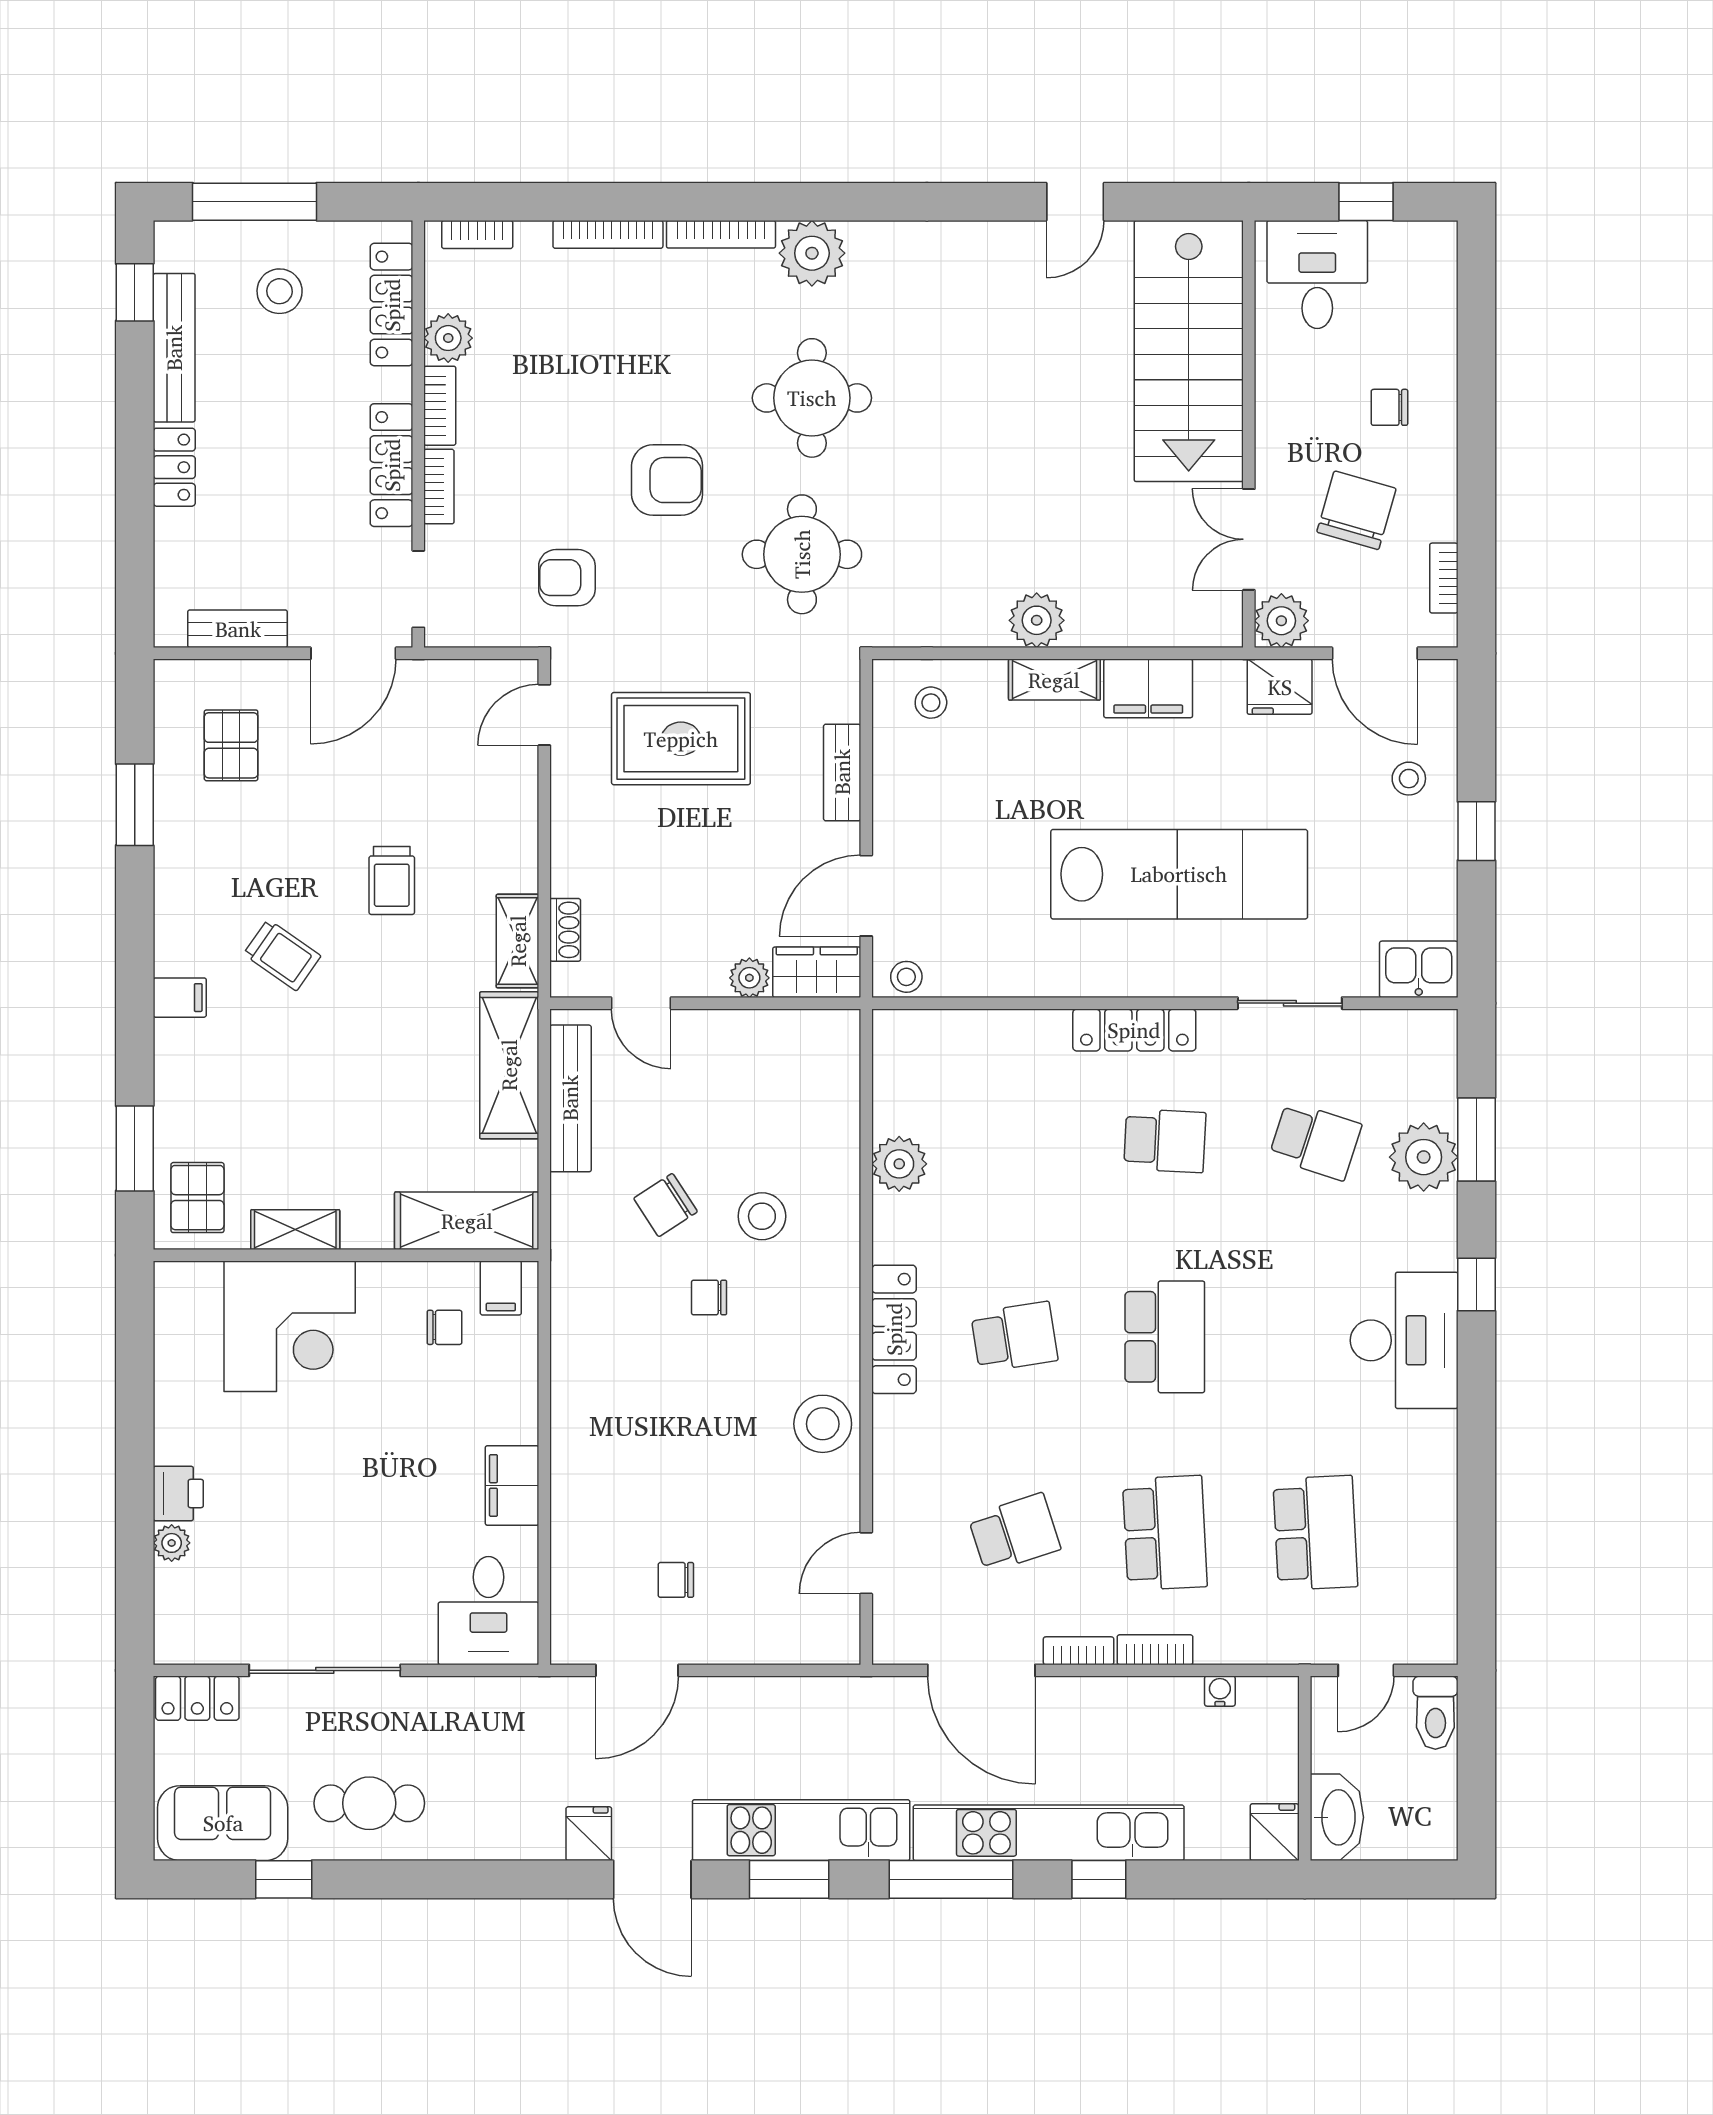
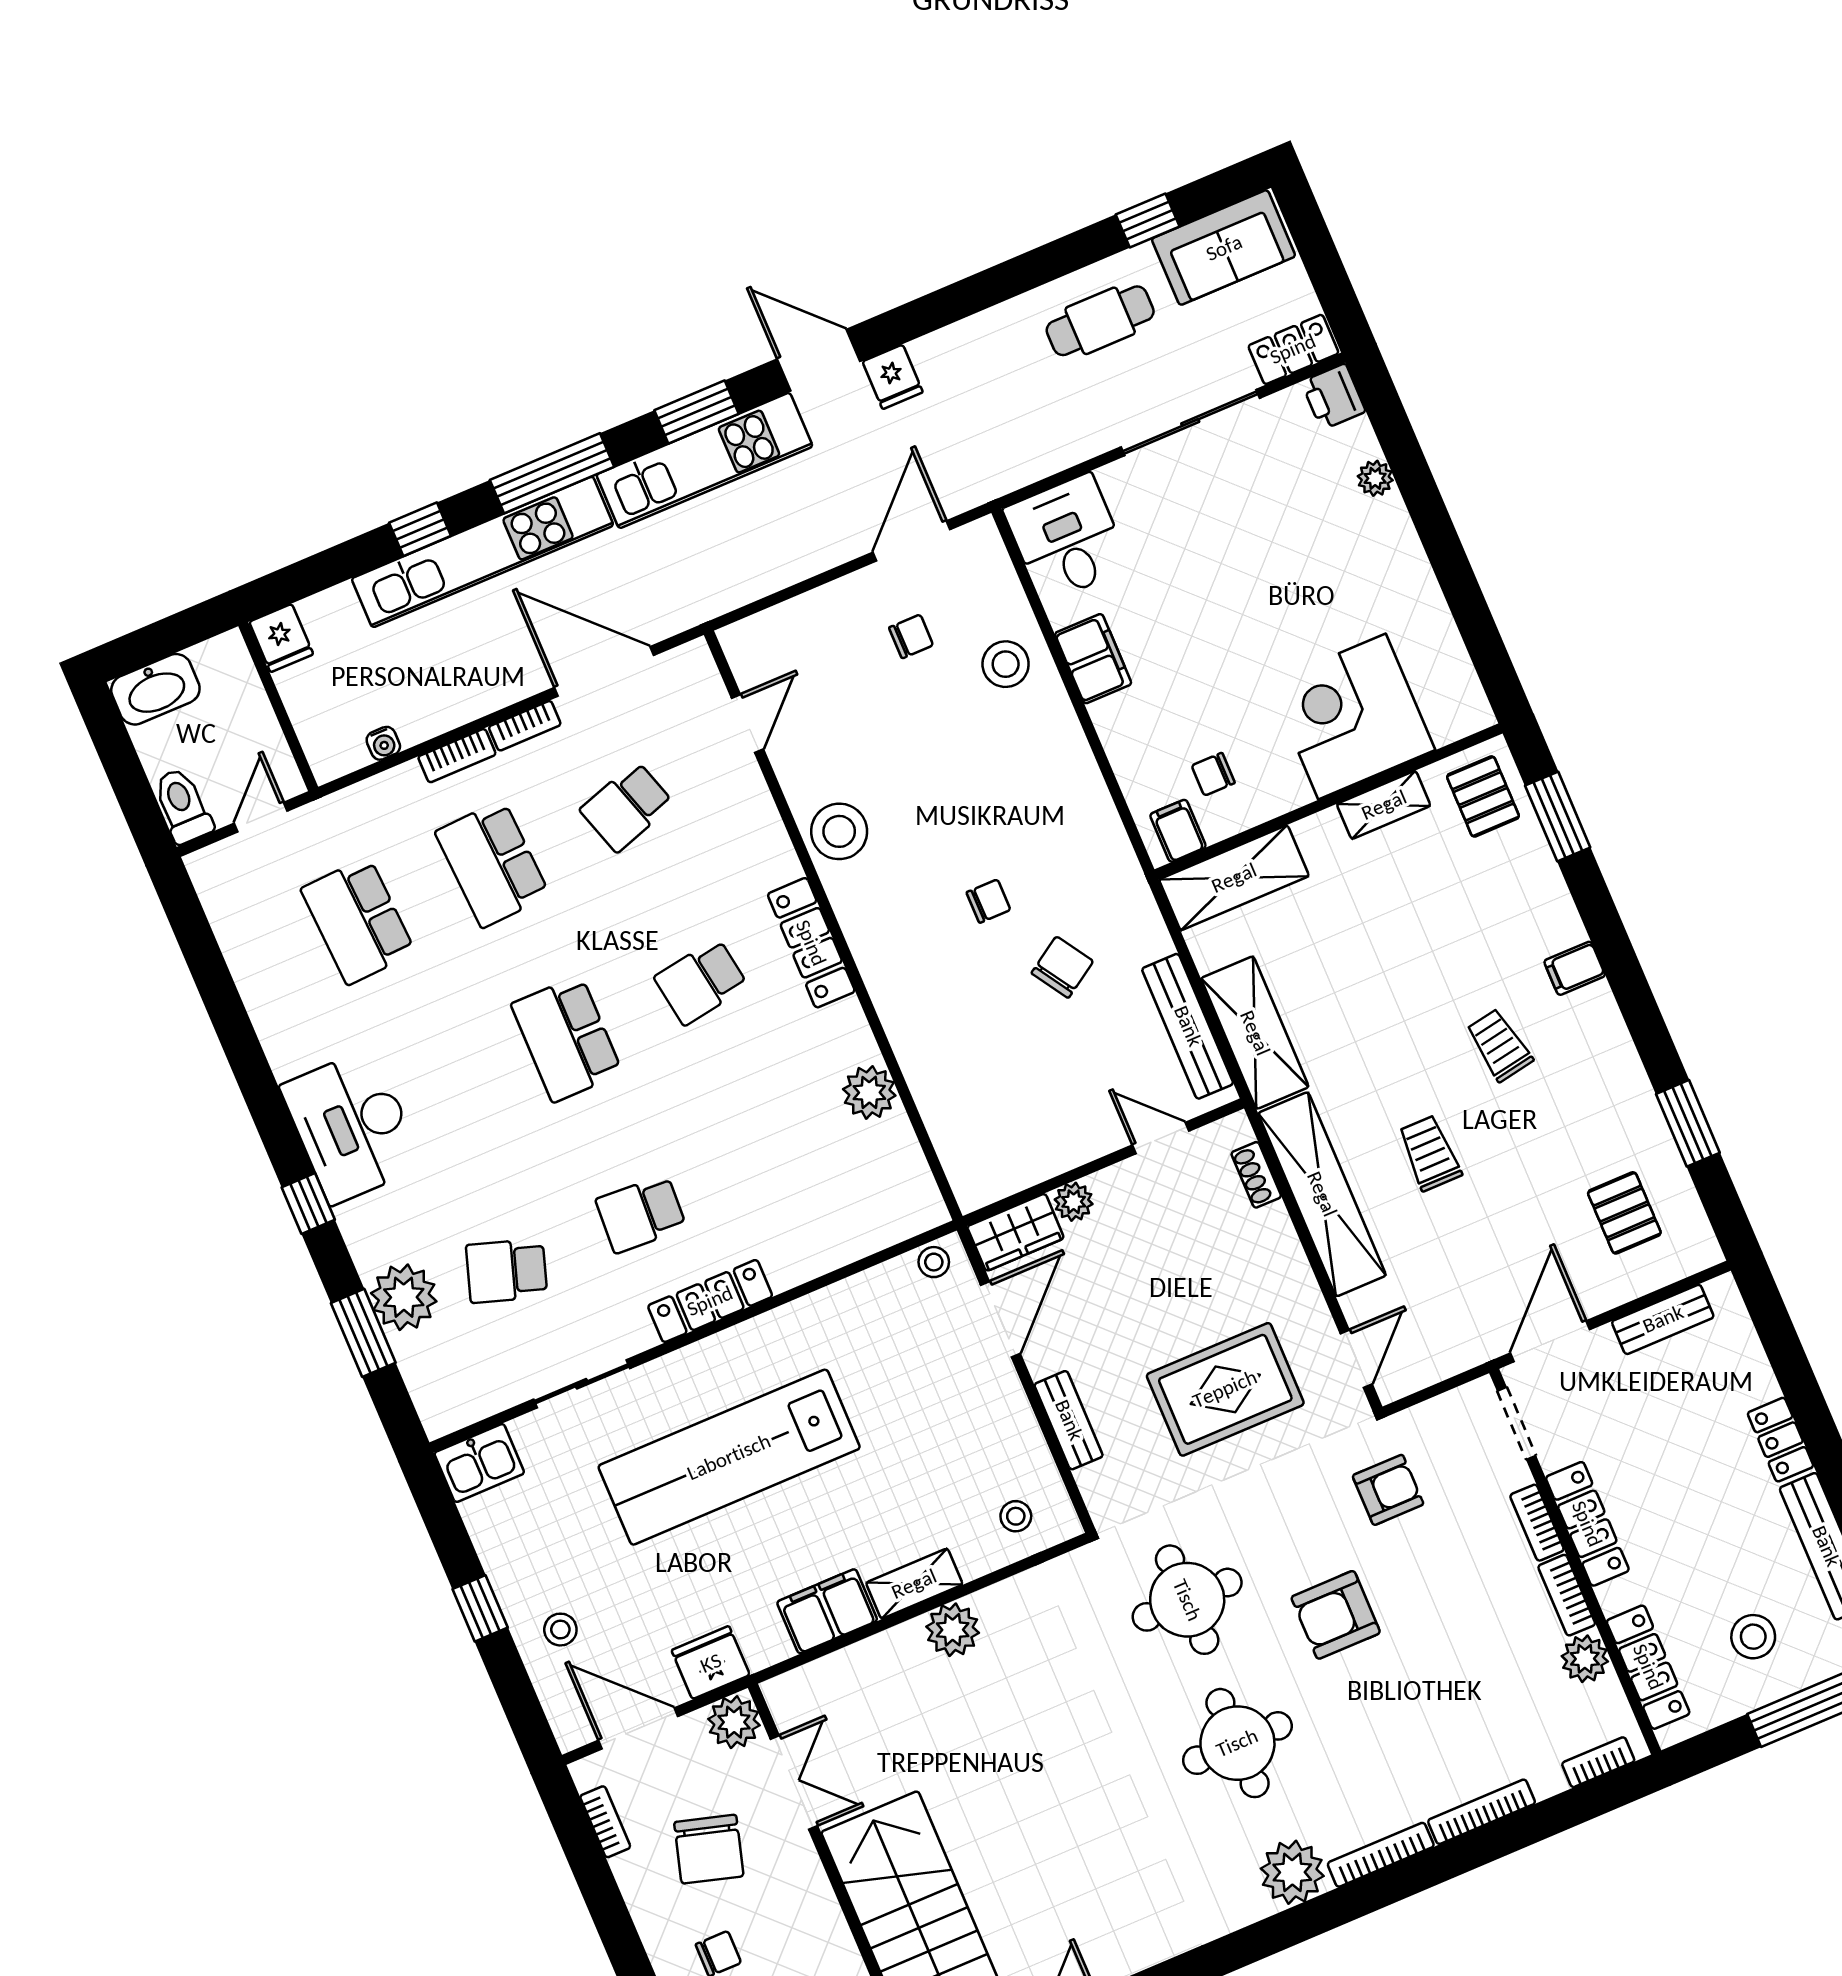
shelving: (518, 941) -> (1322, 1194), width x2.20, depth x1.33
trolley: (282, 955) -> (1499, 1045), turned 45
stool: (762, 1216) -> (1006, 664), moved
printer: (178, 1493) -> (1333, 397), moved
washbasin: (1337, 1817) -> (155, 689), moved, turned -90

